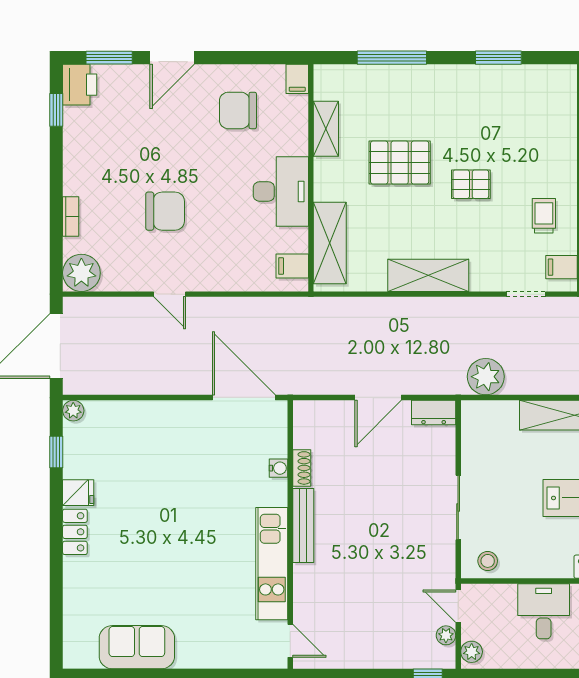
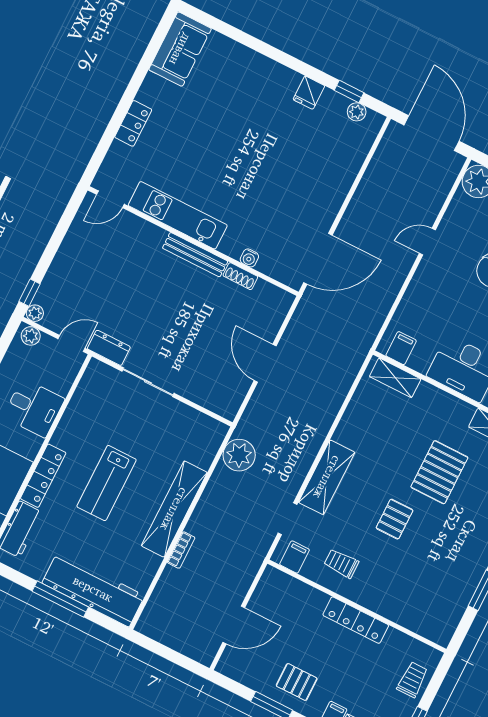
trolley: (544, 216) -> (341, 563), turned 180
shelving: (330, 243) -> (395, 378), width x0.67, depth x0.75
shelving: (428, 275) -> (327, 477), moved
plant: (73, 411) -> (357, 112), moved
dresser: (434, 412) -> (109, 348), moved, turned 90
locker: (75, 532) -> (133, 123), moved, turned -90
stool: (488, 561) -> (95, 384), removed
plant: (446, 635) -> (35, 313), moved
sofa: (137, 647) -> (180, 49), moved

